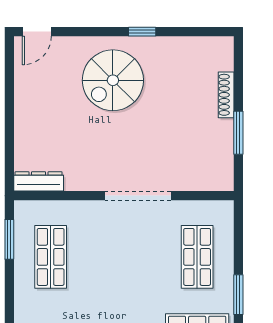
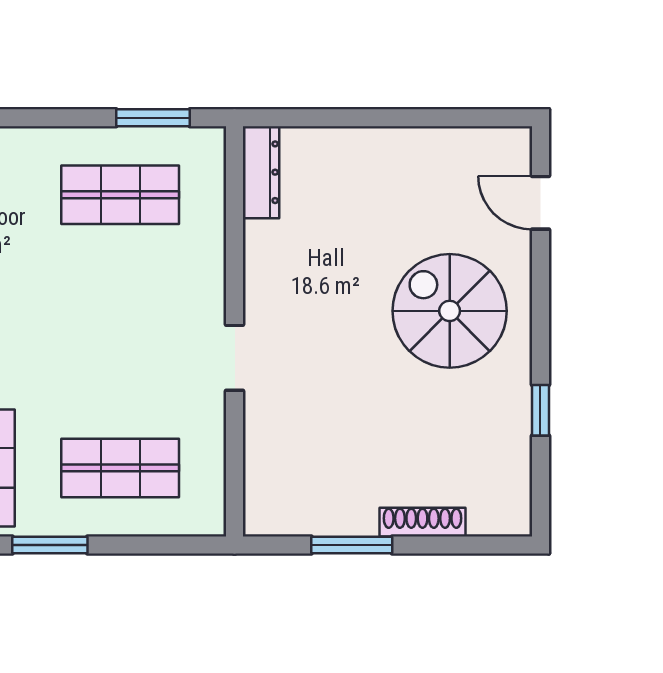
door: (37, 32) -> (540, 203), moved
window: (142, 32) -> (540, 410), moved
doorway: (138, 196) -> (235, 358), width x0.53

